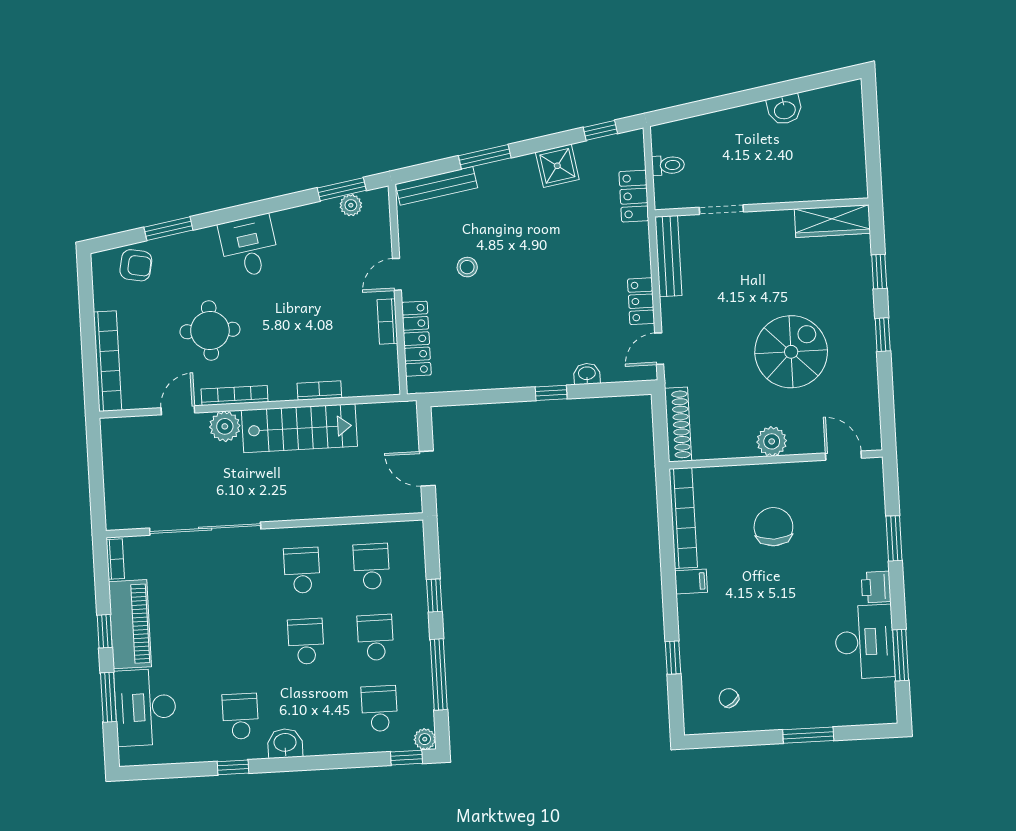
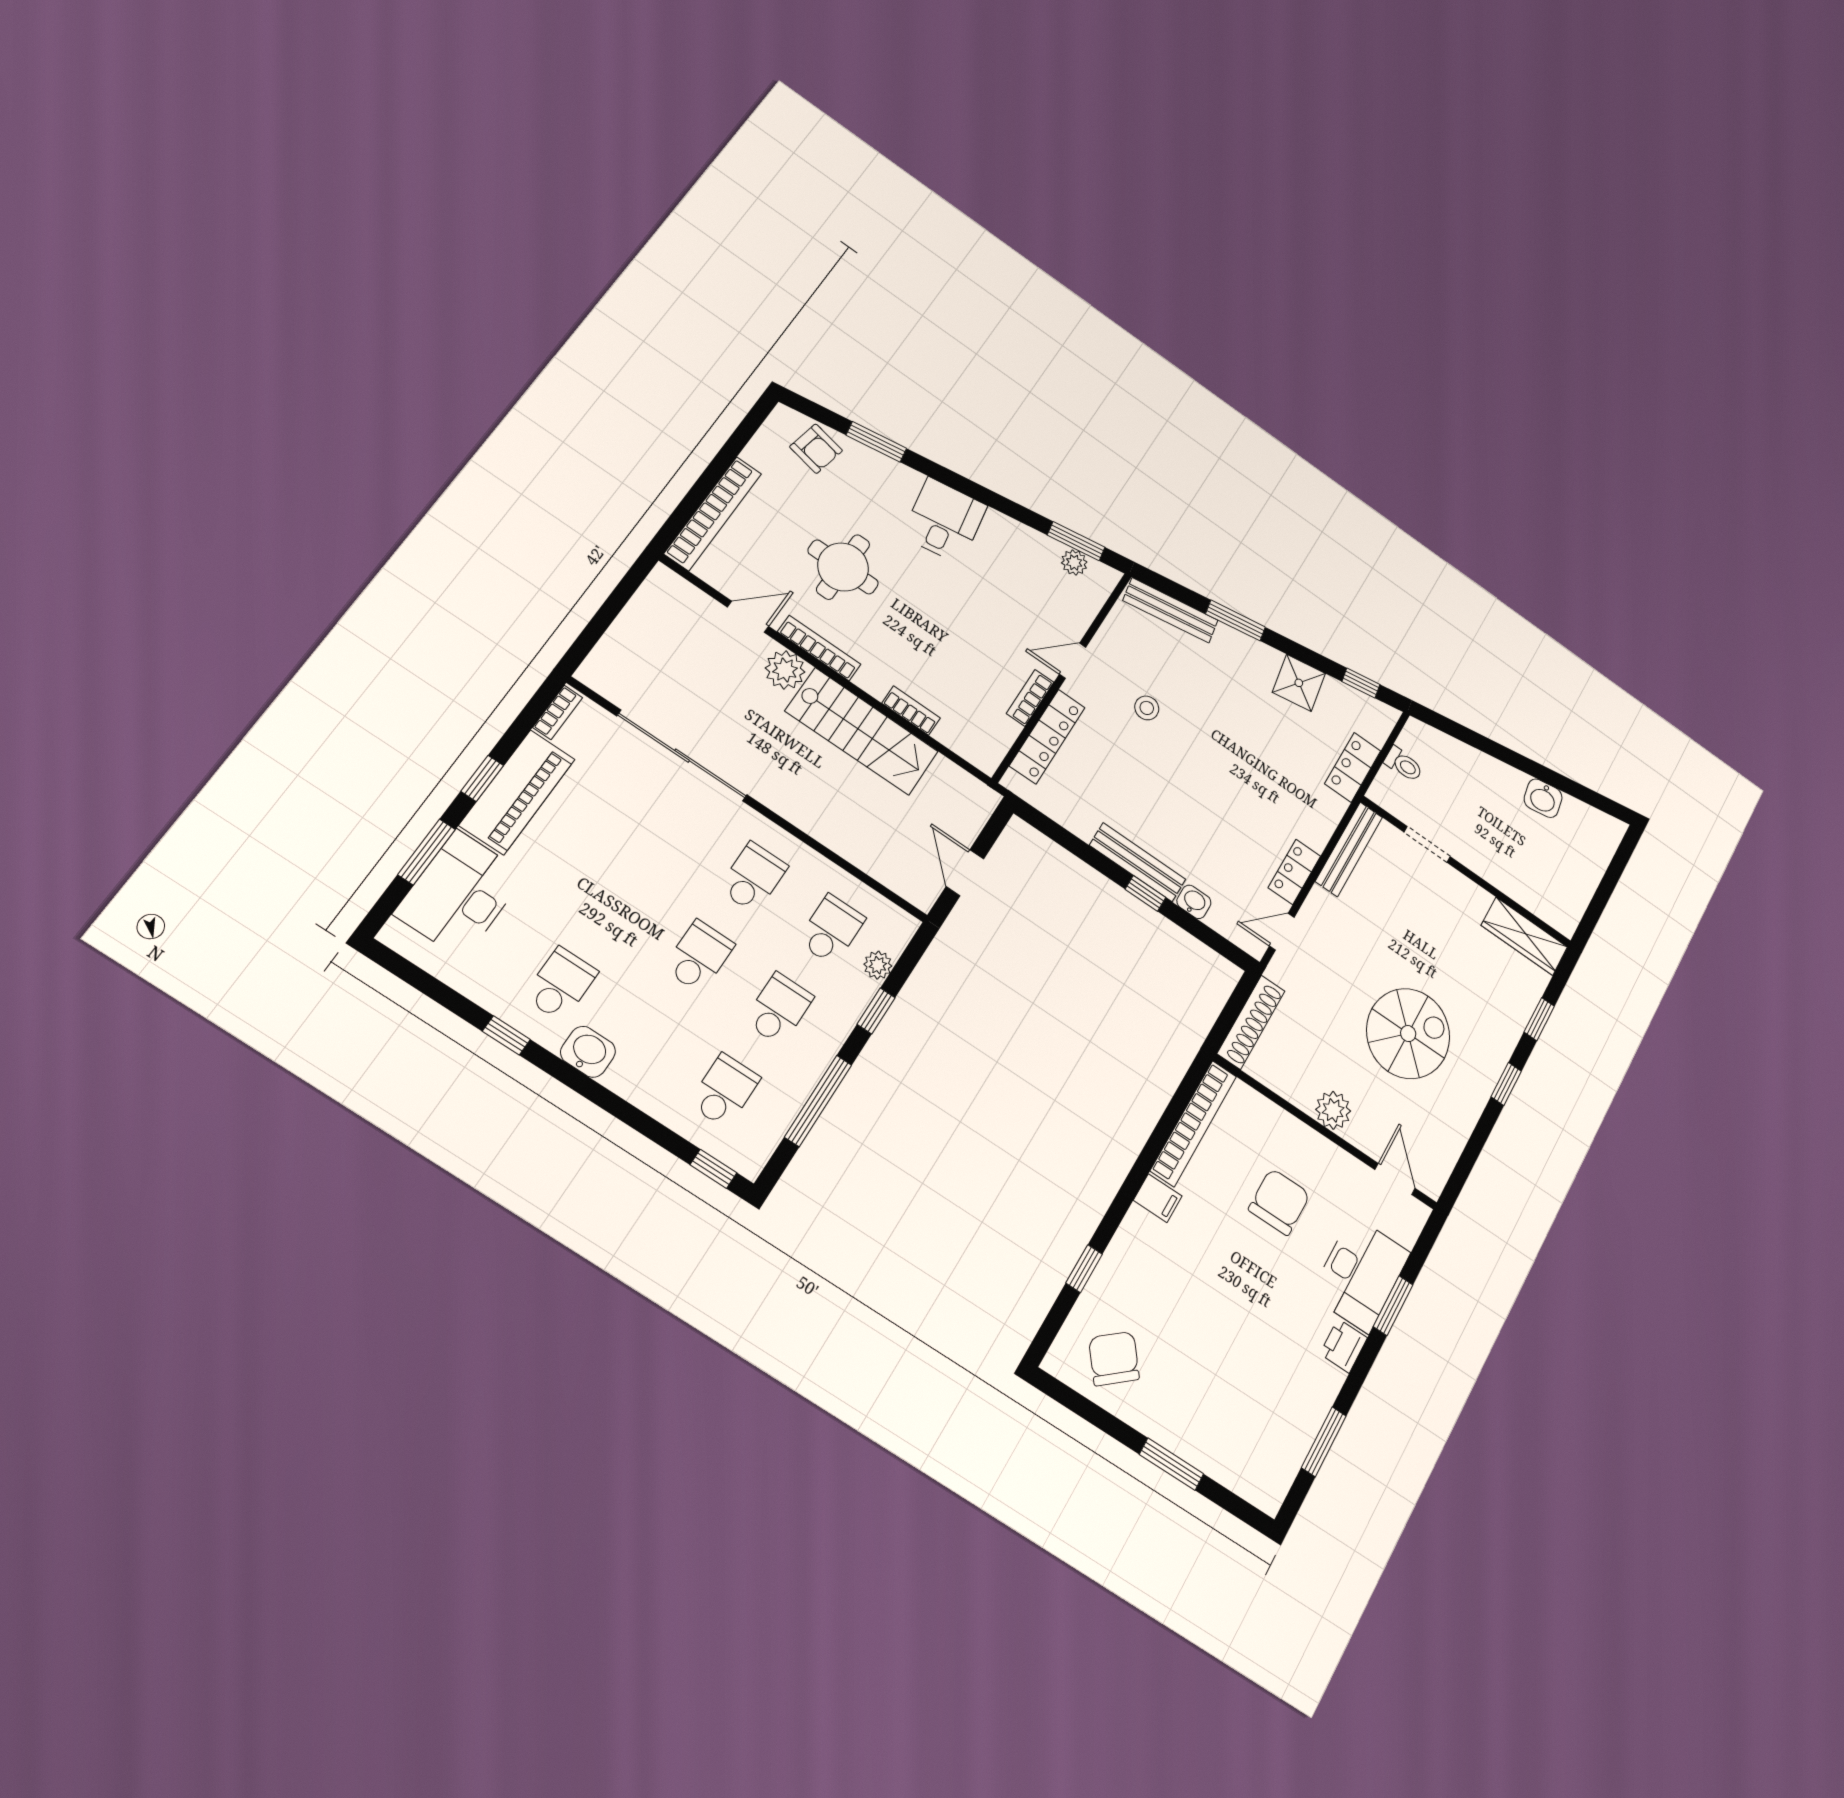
bench: (532, 376) -> (1138, 862), added
desk: (864, 642) -> (1360, 1274), moved
chair: (729, 698) -> (1114, 1359), width x1.87, depth x1.87
plant: (425, 739) -> (878, 965), moved

